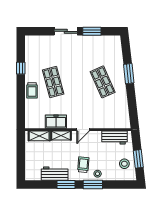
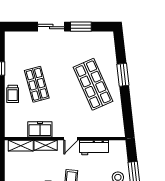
shop shelf: (103, 82) -> (93, 84), width x1.43, depth x1.36
workbench: (114, 138) -> (94, 147), moved

